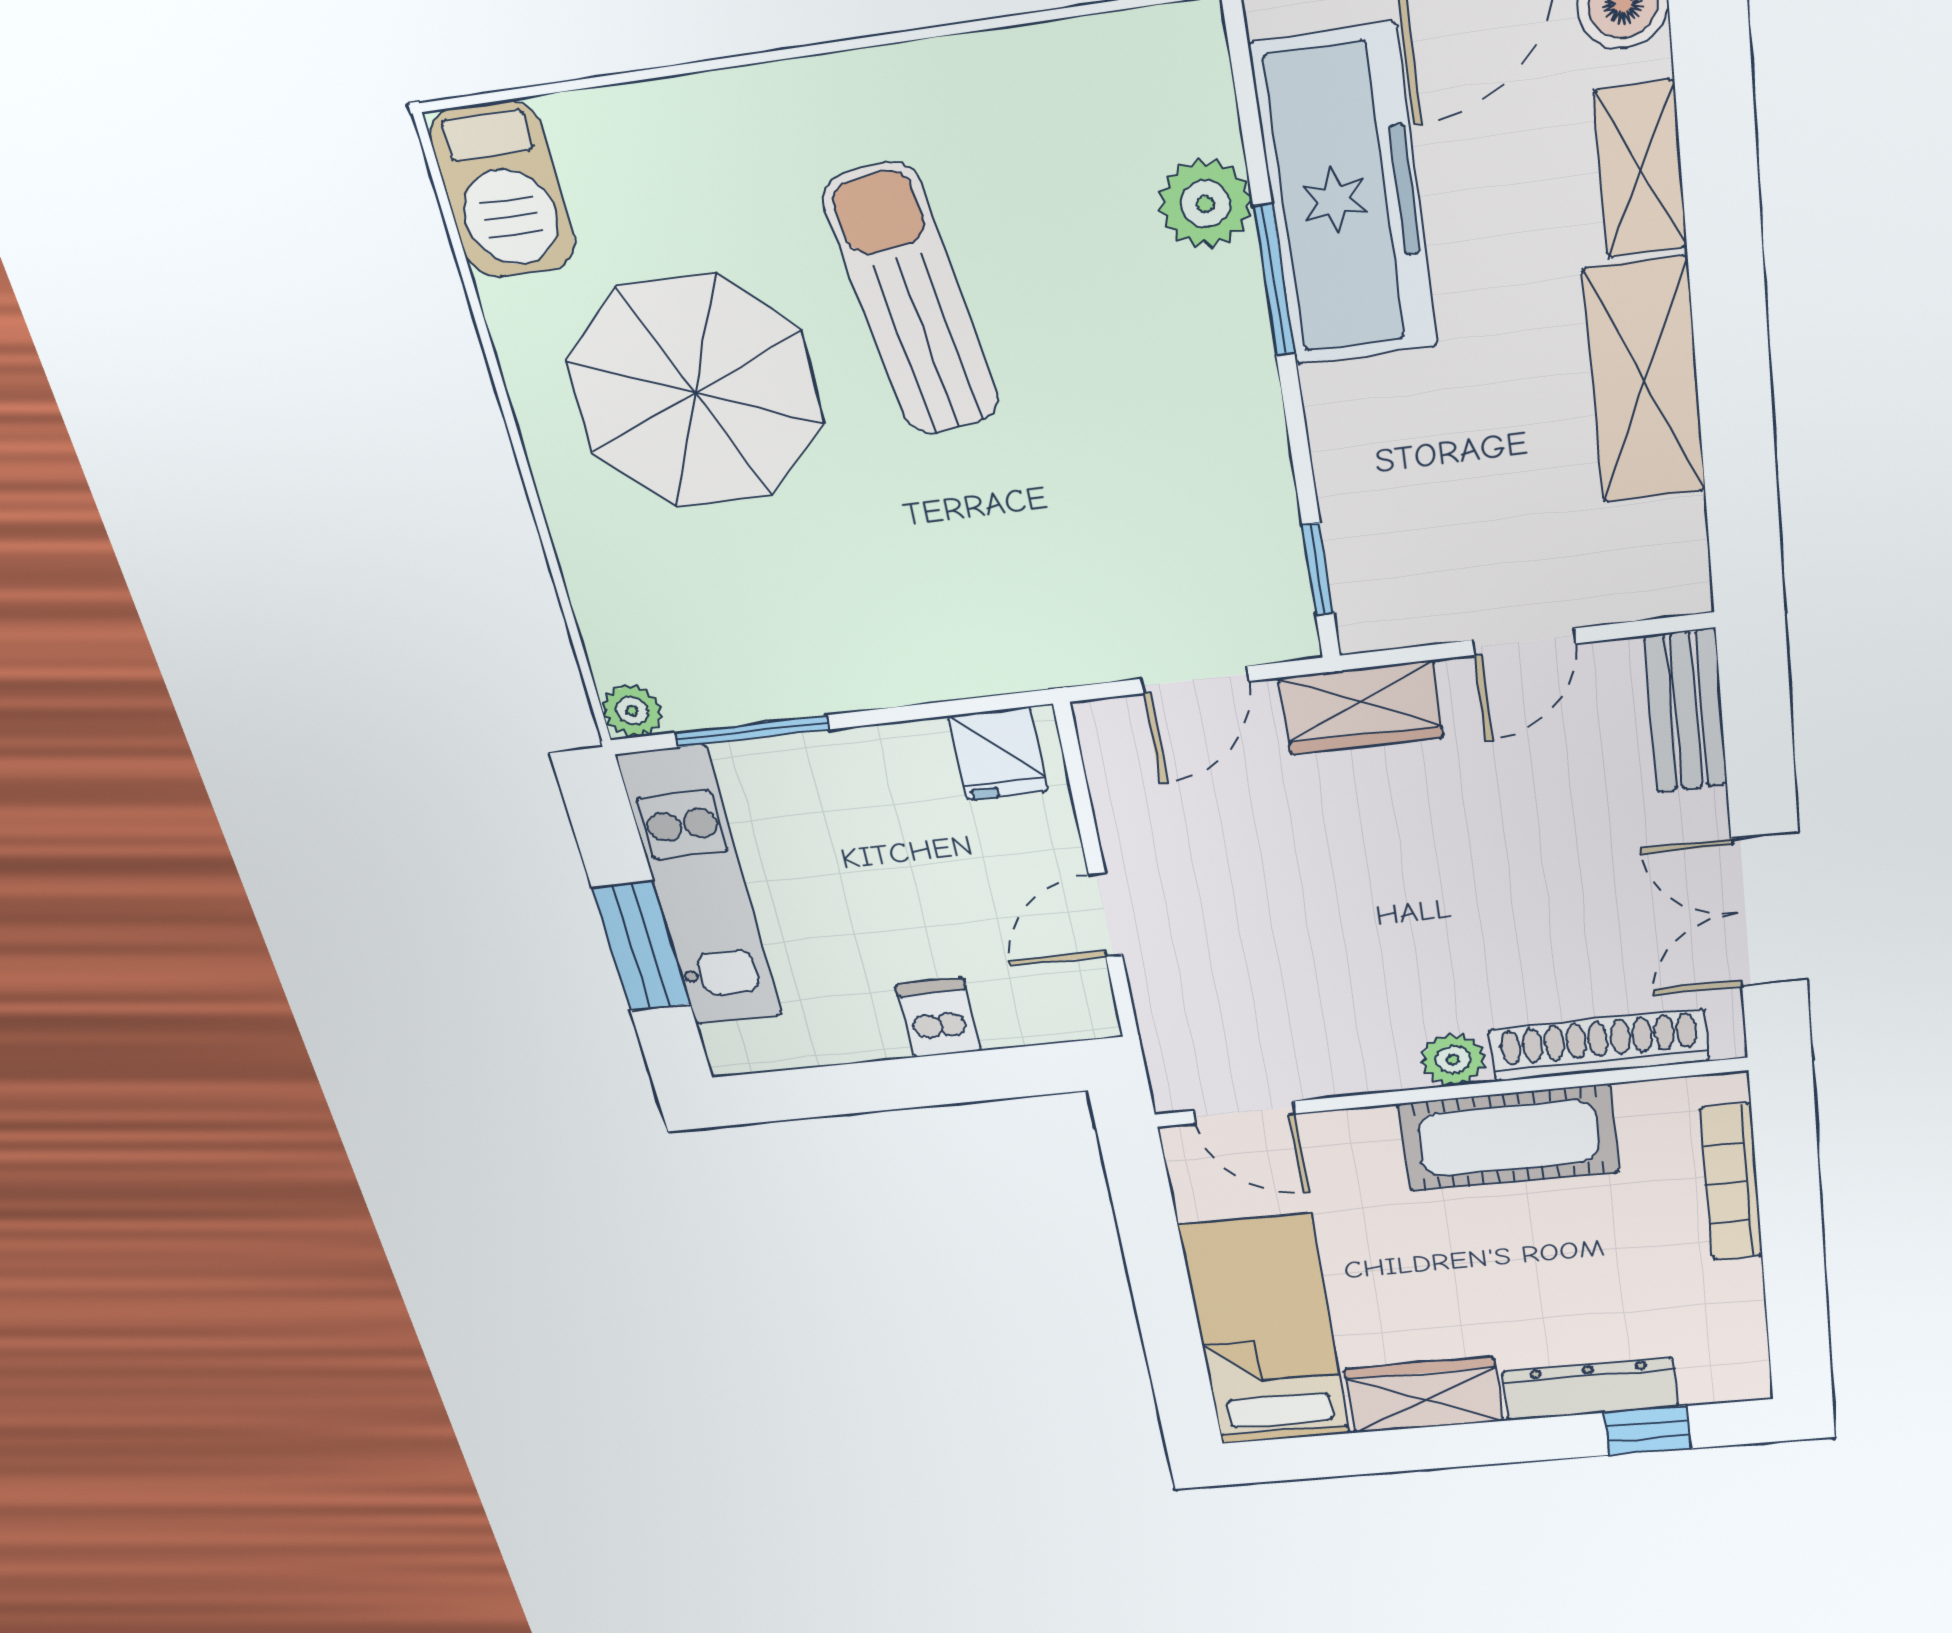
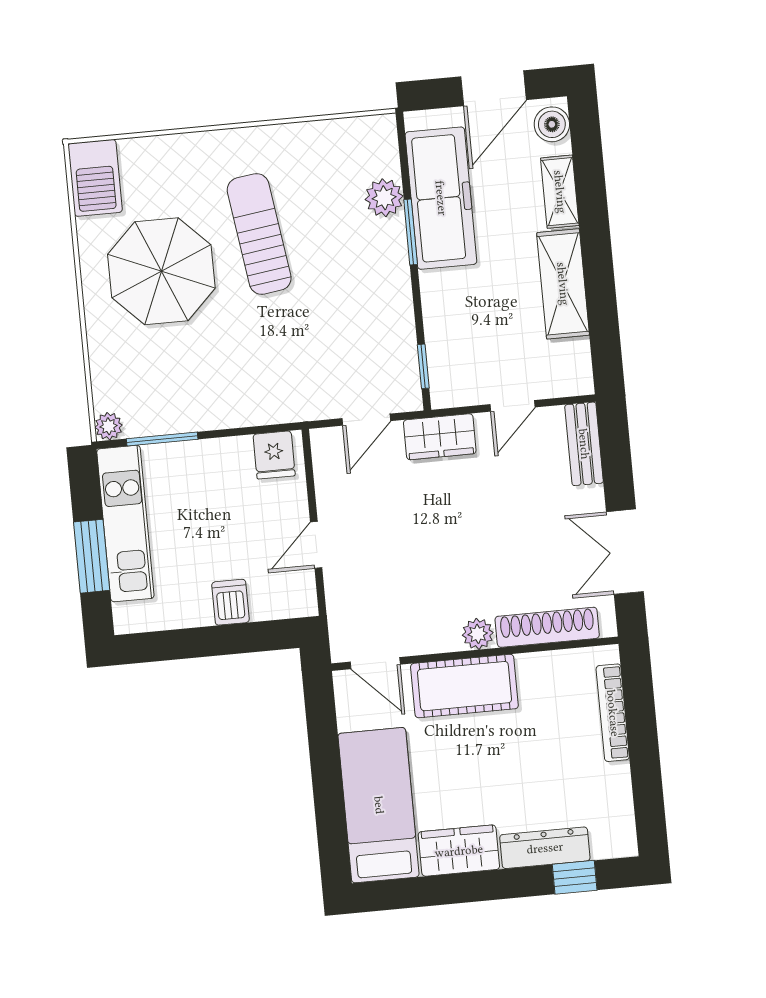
cot: (1509, 1138) -> (464, 686), moved

